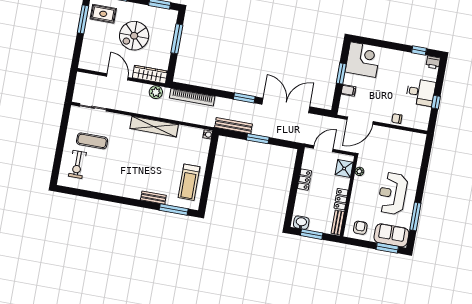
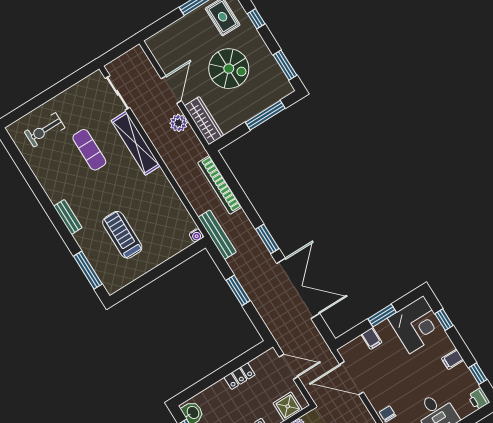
spiral stairs: (134, 36) -> (229, 69), turned 180
window: (374, 42) -> (444, 320), added
filing cabinet: (399, 57) -> (453, 359), added
plant: (156, 92) -> (179, 123), moved
bench: (234, 126) -> (217, 235), moved
shelving: (154, 127) -> (136, 143), moved
exercise mat: (92, 141) -> (89, 150), moved
treadmill: (189, 182) -> (122, 235), moved, turned 90
bench: (153, 198) -> (68, 217), moved

